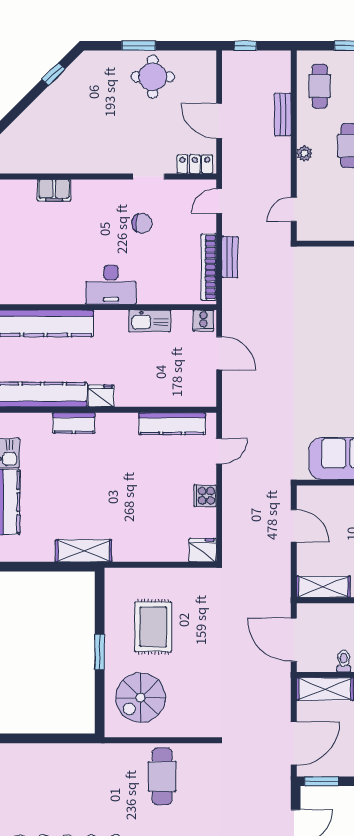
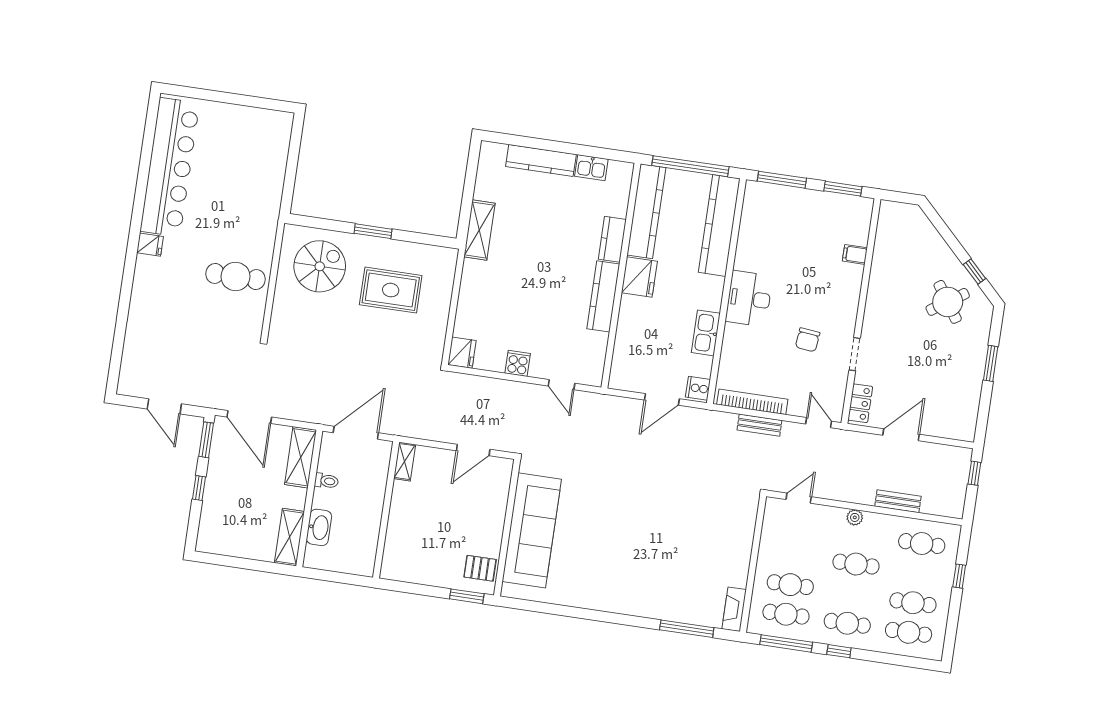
round table: (153, 77) -> (948, 302), moved, turned -34
filing cabinet: (54, 190) -> (855, 254), width x0.50
door: (294, 209) -> (799, 498), hinge flipped
fridge: (101, 396) -> (639, 277), width x1.36, depth x1.34
kitchen counter: (172, 424) -> (603, 296), moved
shelving: (323, 587) -> (405, 462), width x0.67, depth x0.75
spiral stairs: (141, 698) -> (320, 266), turned 90

